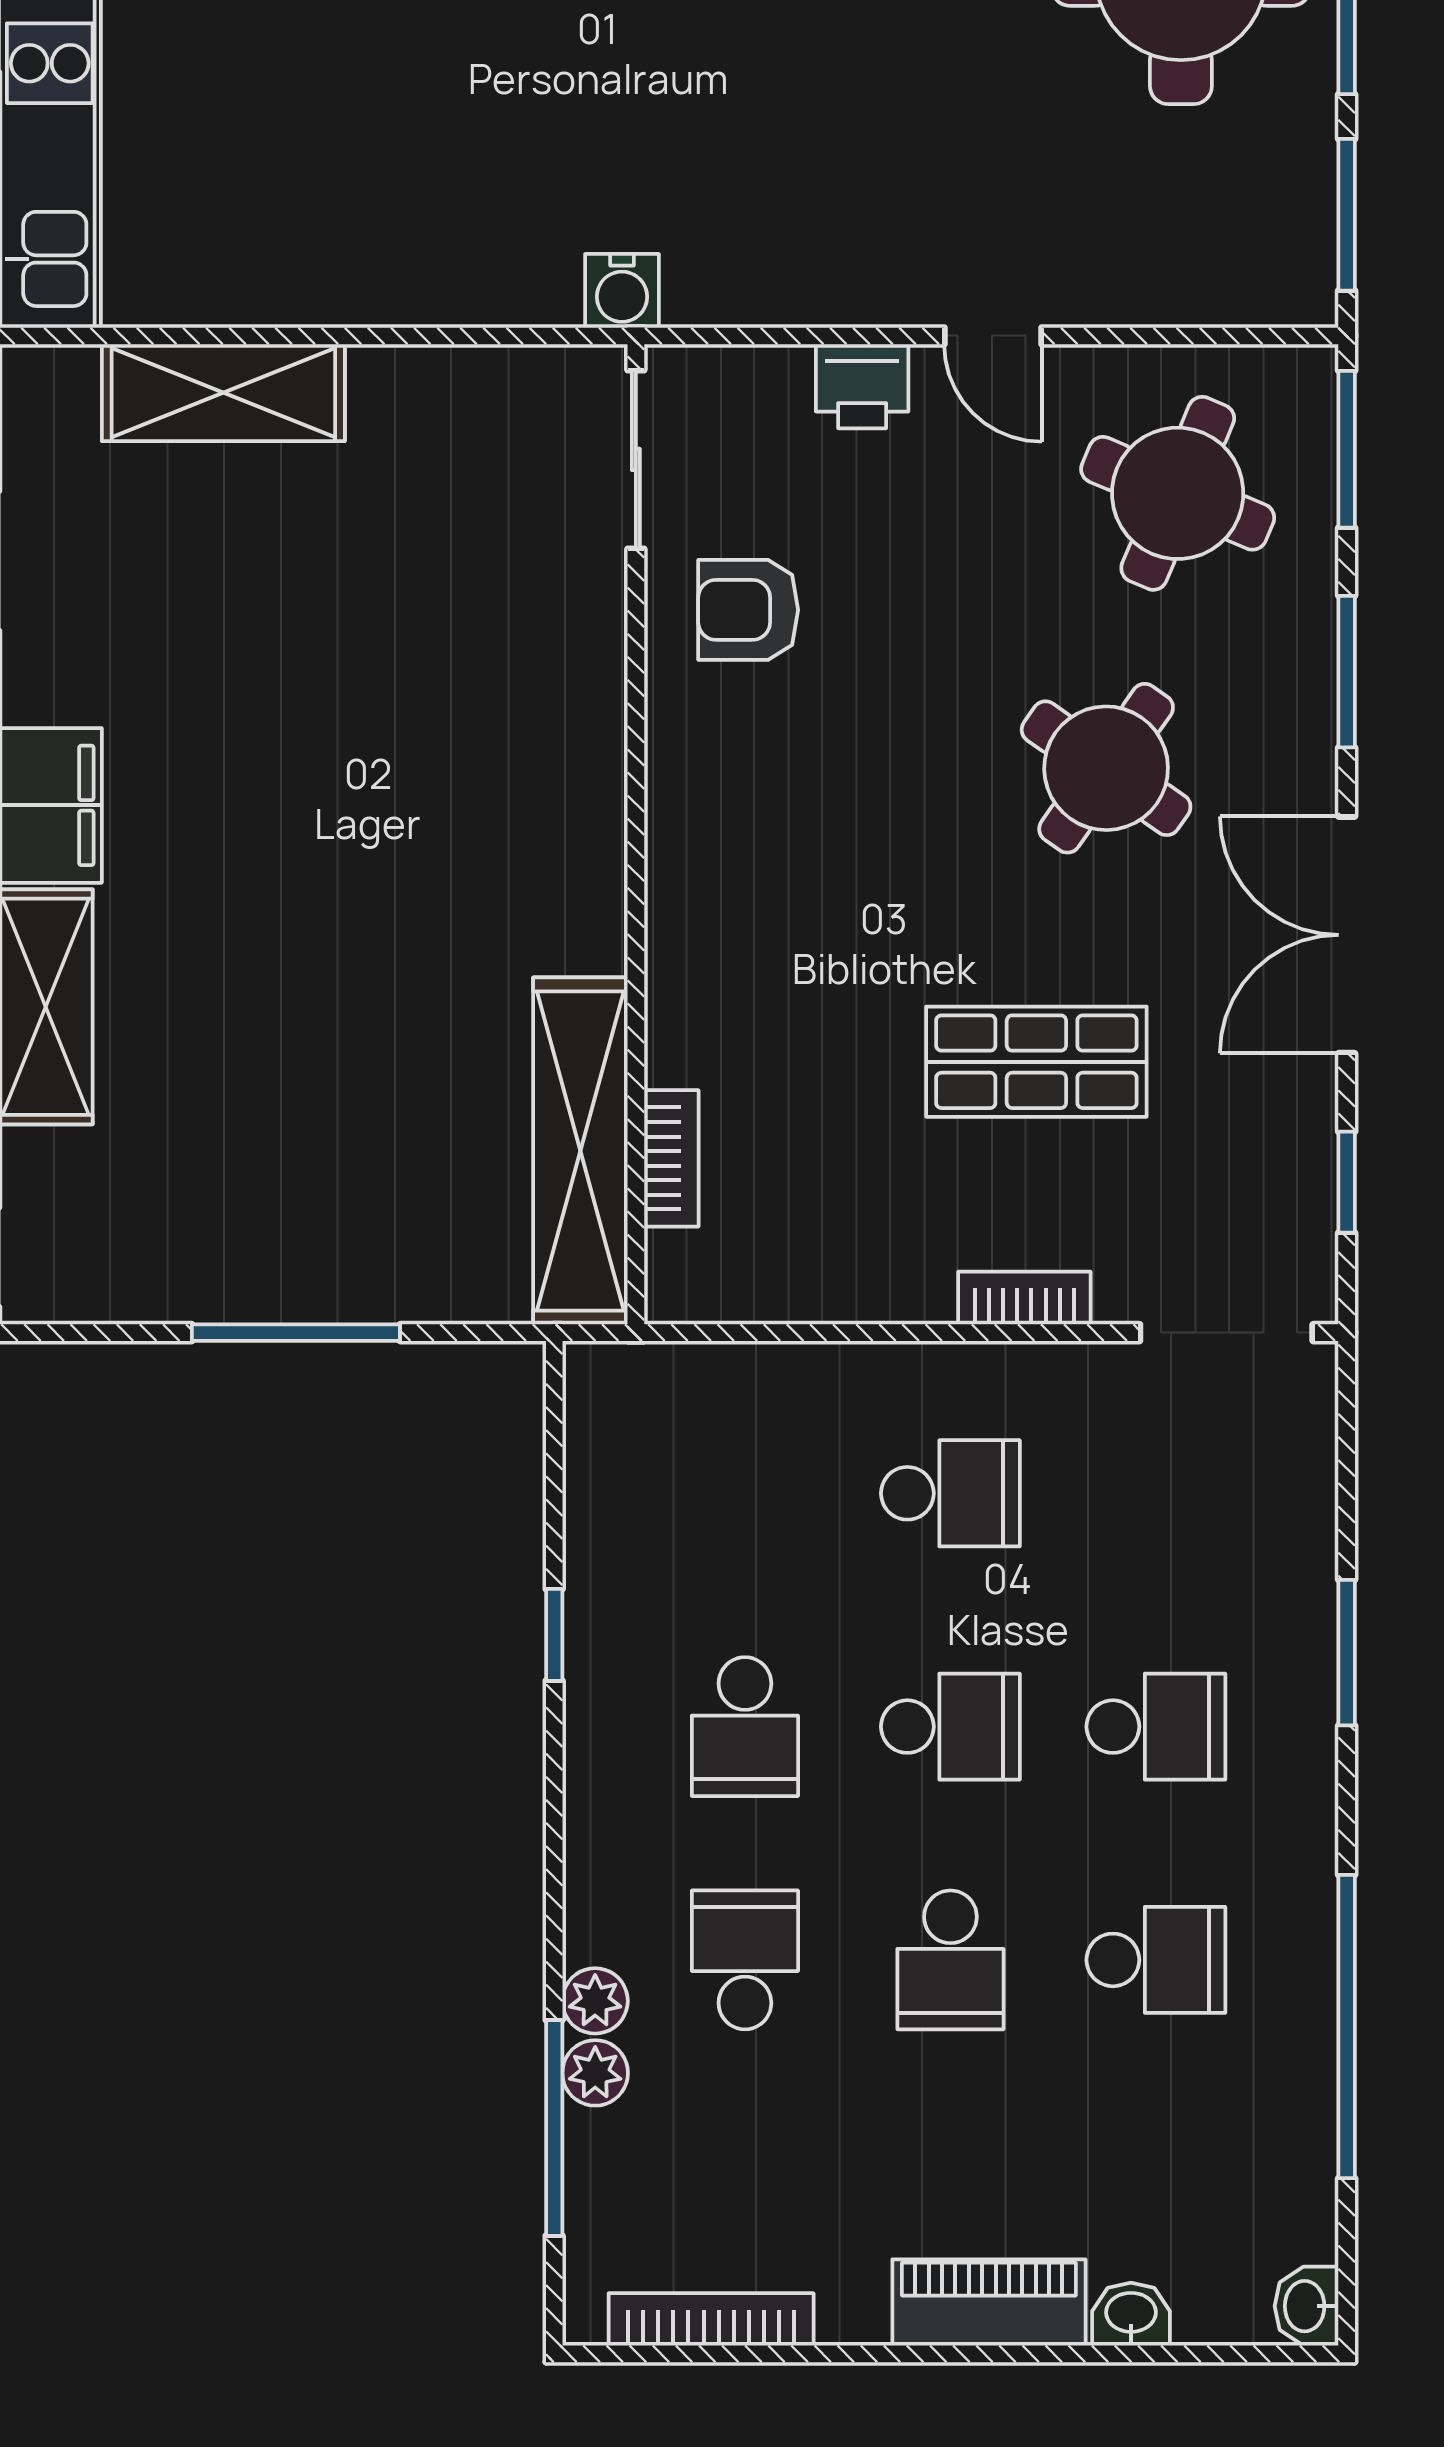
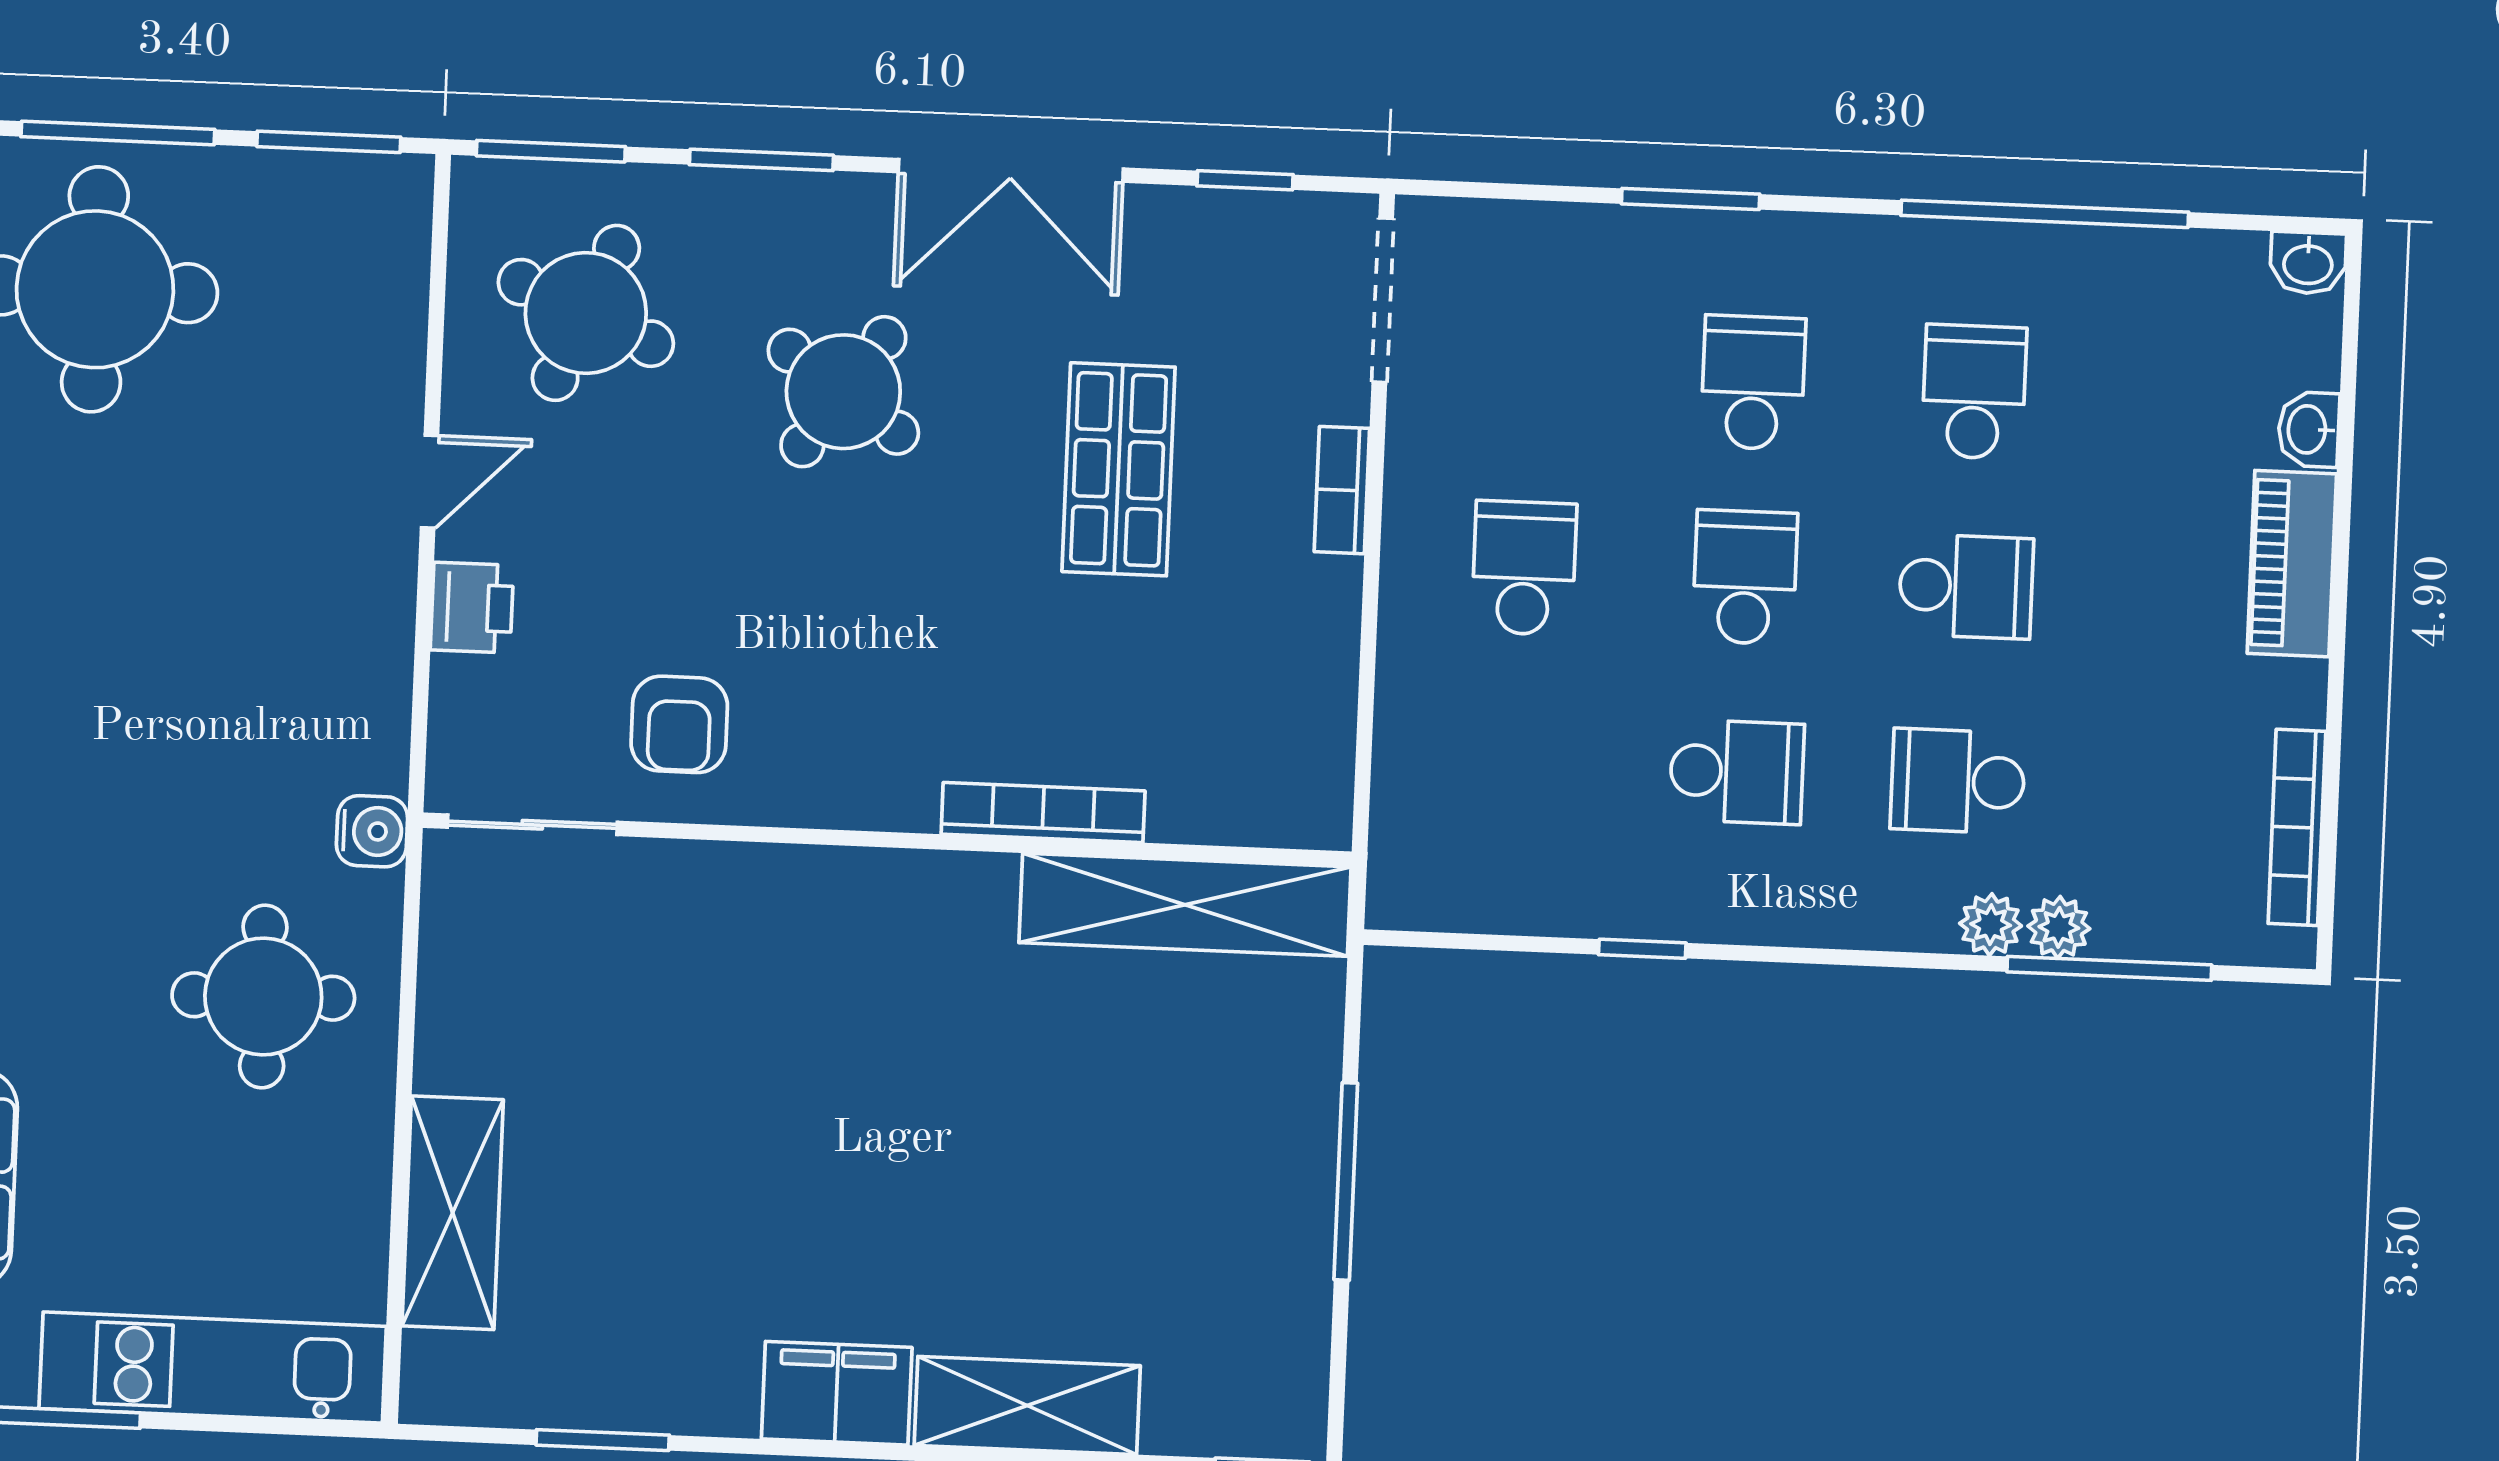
round table: (443, 184) -> (263, 996), added
bookcase: (671, 1158) -> (1043, 813), moved, width x1.56

